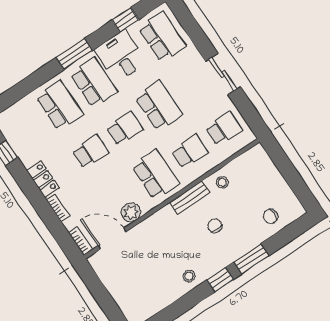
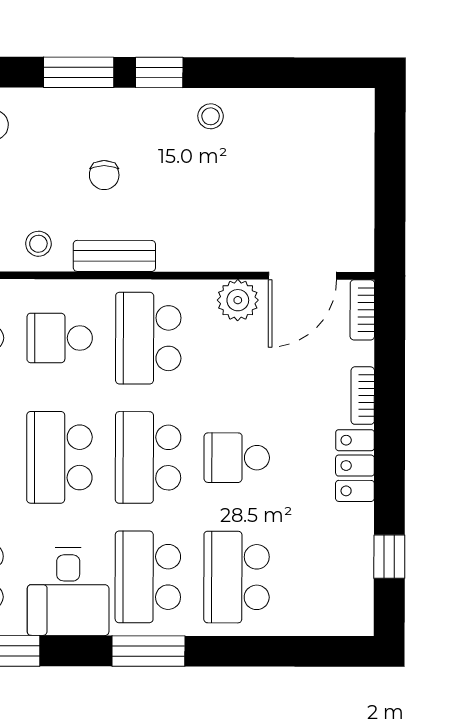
school desk: (125, 129) -> (148, 458), width x1.85
door: (112, 239) -> (302, 276), hinge flipped

